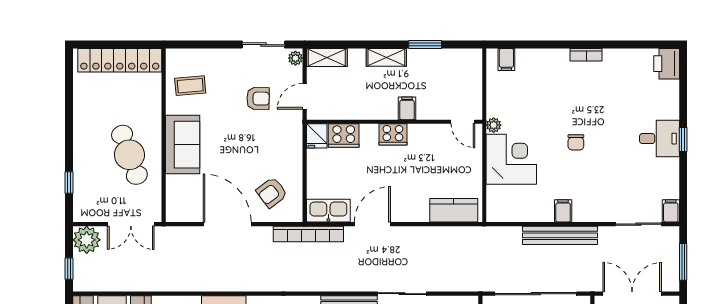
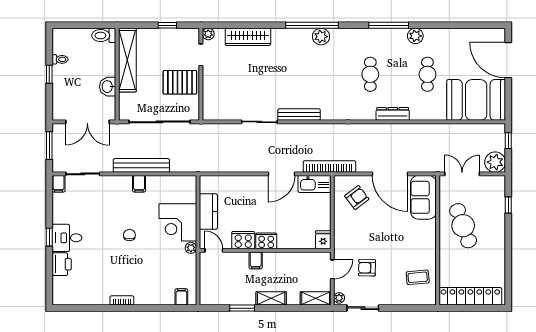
printer: (667, 64) -> (62, 264), moved
cooker: (344, 136) -> (243, 240), moved
sofa: (183, 145) -> (423, 197), moved
kitchen counter: (454, 210) -> (208, 212), moved, turned -90

